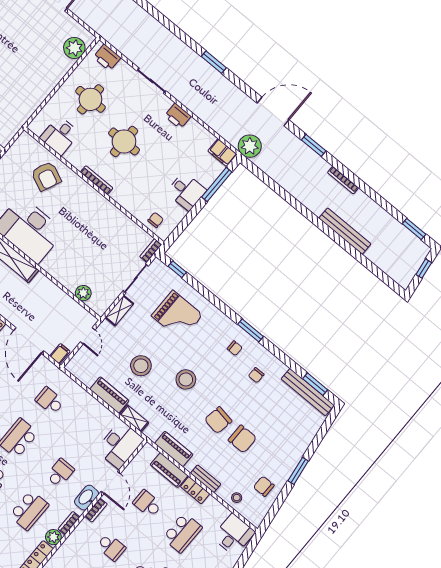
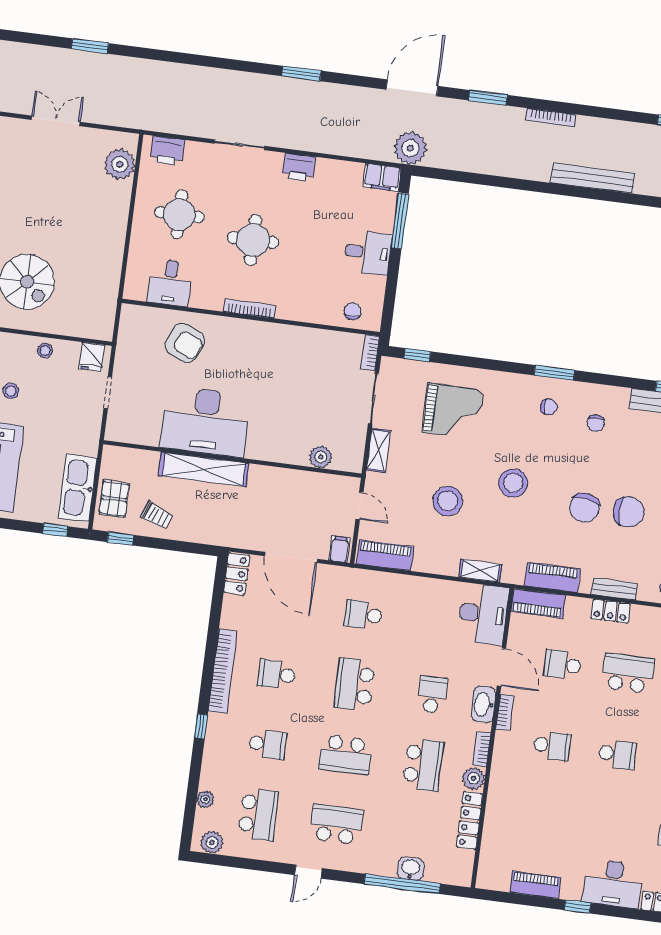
piano: (109, 395) -> (385, 555), moved
piano: (169, 470) -> (538, 603), moved
school desk: (182, 533) -> (628, 673), turned -90

